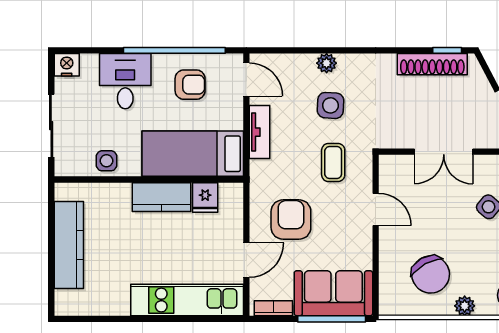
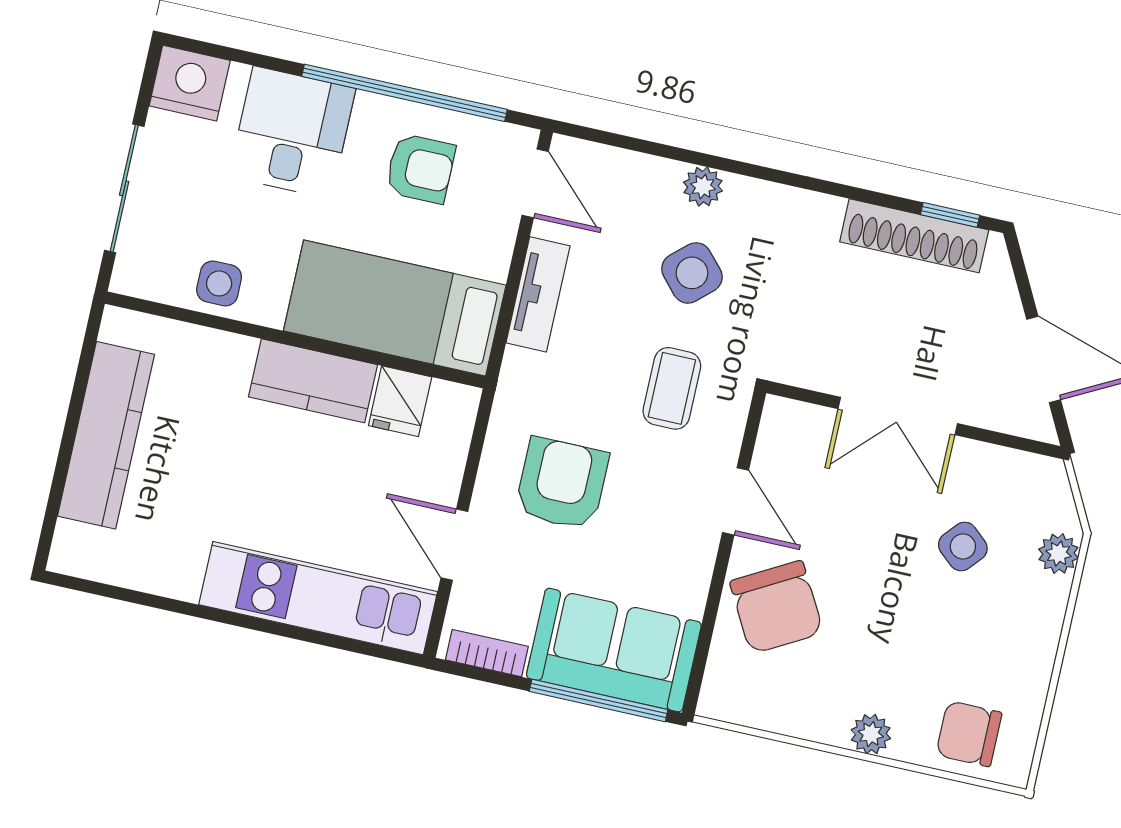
nightstand: (67, 65) -> (190, 83), width x1.36, depth x1.33
side table: (330, 105) -> (692, 273), turned 45
door: (246, 260) -> (454, 545), swing flipped
chair: (431, 274) -> (776, 607), moved

